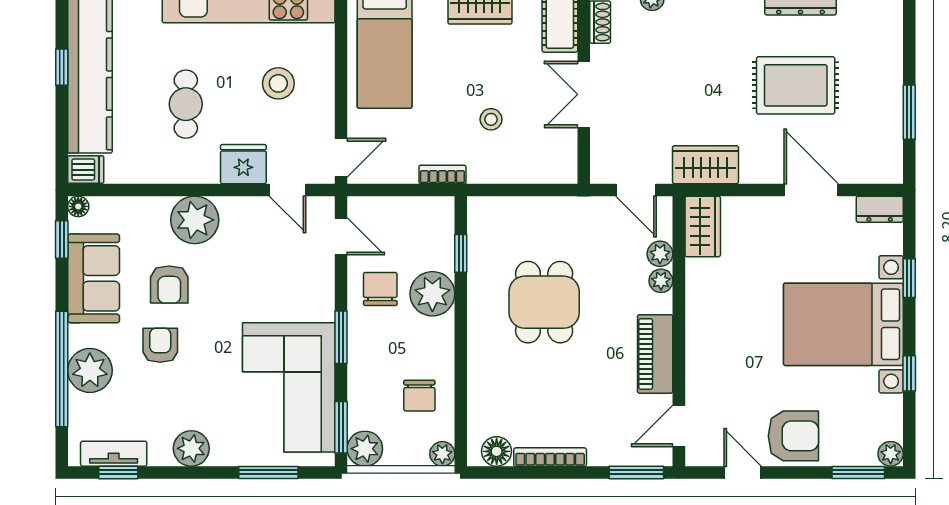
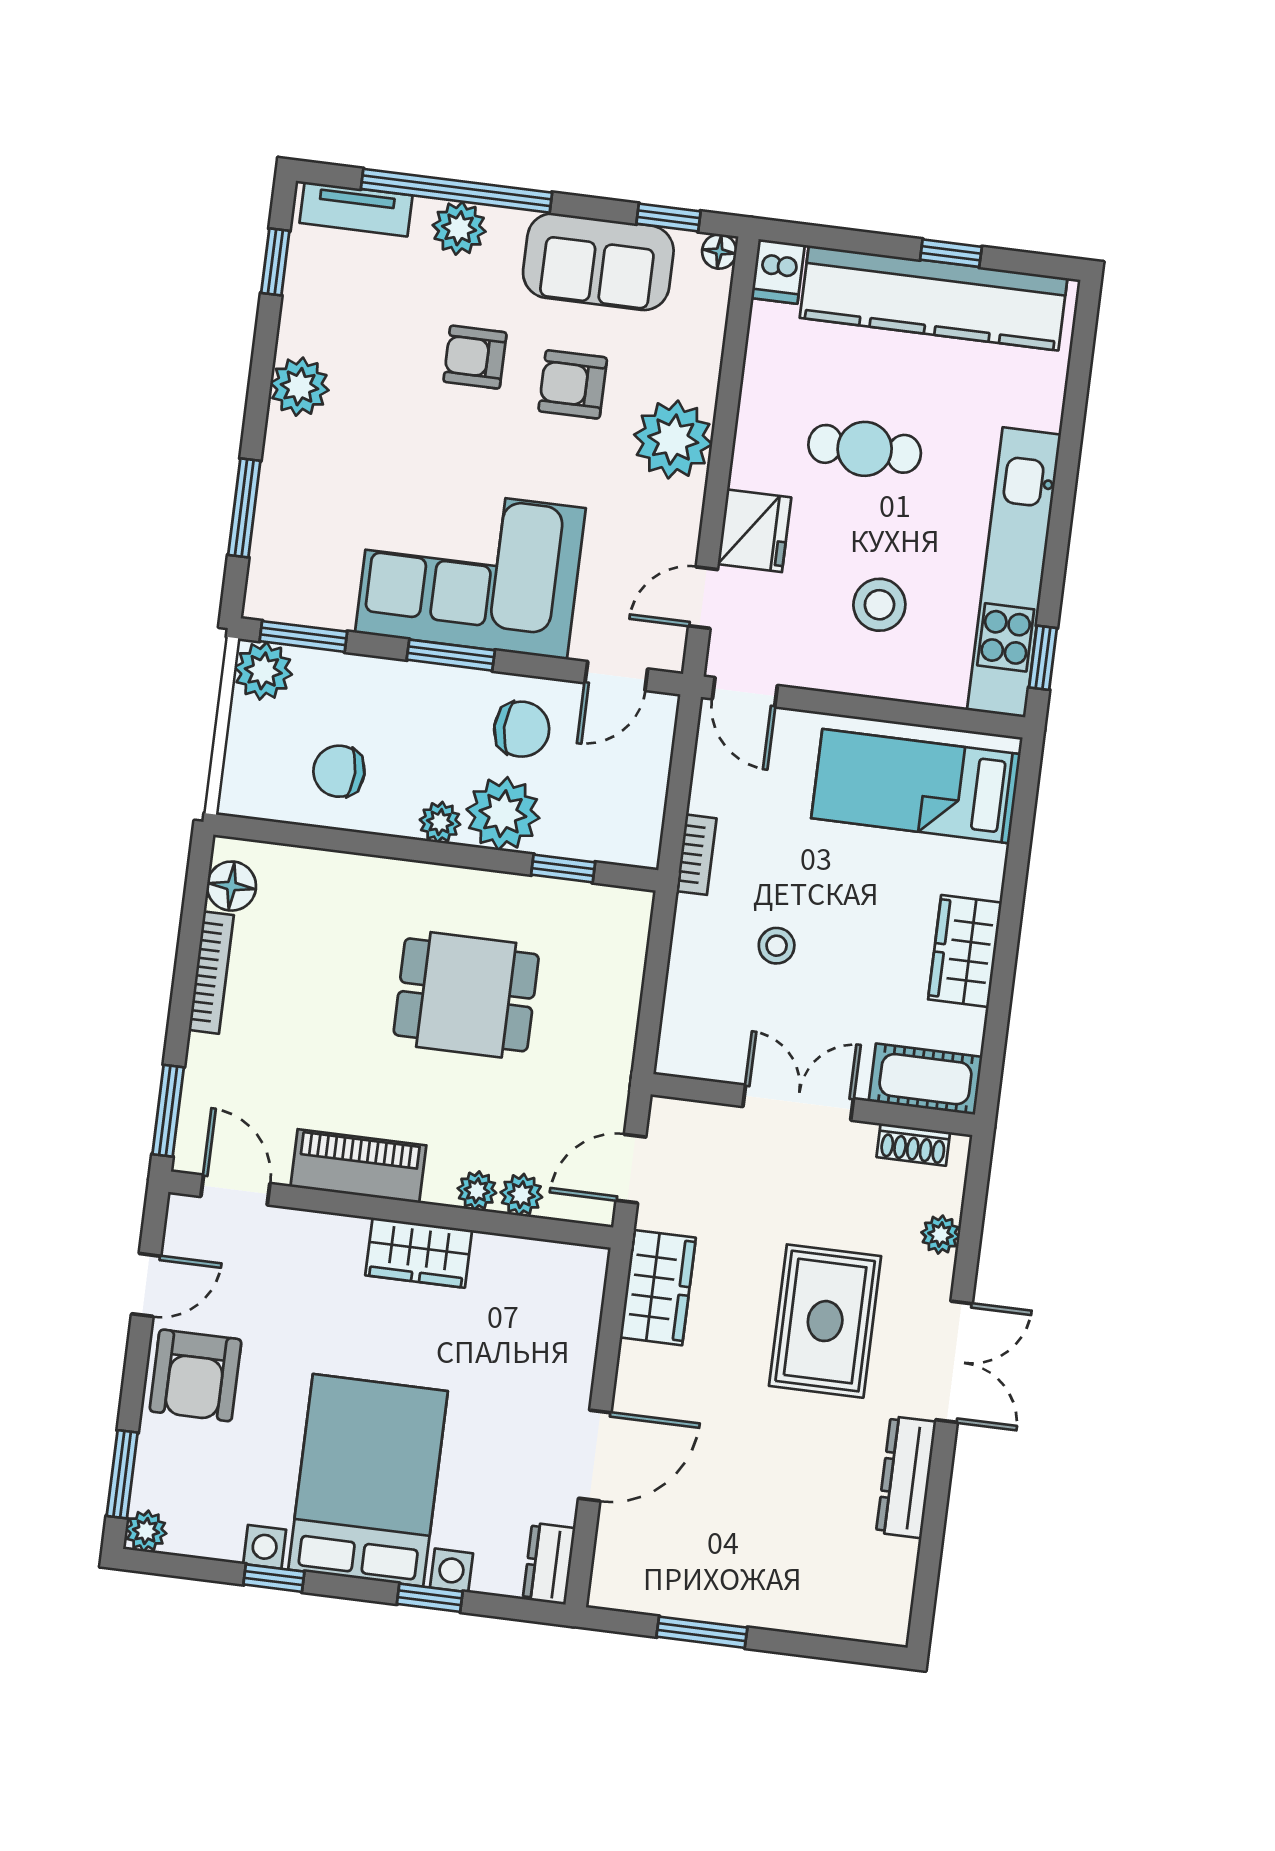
rug: (796, 85) -> (825, 1321), moved
wardrobe: (703, 226) -> (419, 1253), moved
armchair: (160, 345) -> (475, 357), turned 180
plant: (90, 370) -> (459, 228), width x0.73, depth x0.73
corner sofa: (289, 387) -> (470, 570), moved
tv unit: (114, 454) -> (356, 209), moved, turned 90
plant: (442, 454) -> (440, 822), moved

